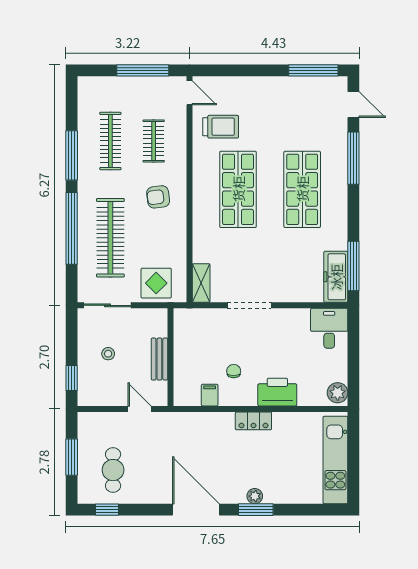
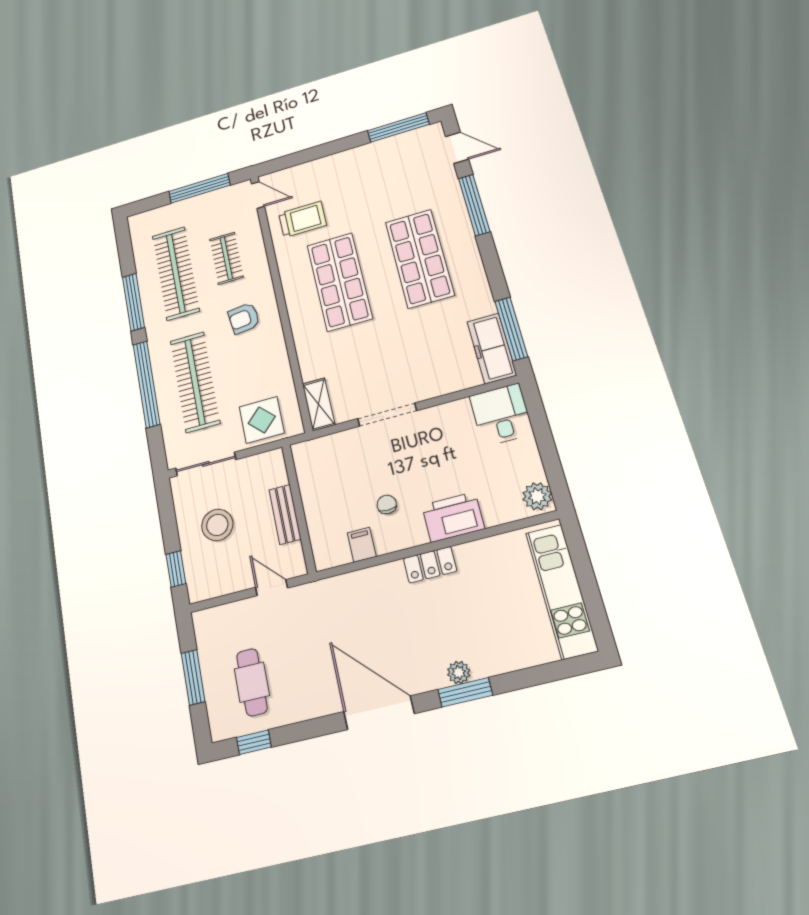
clothes rail: (110, 141) -> (176, 273), width x1.37, depth x1.31
stool: (108, 354) -> (217, 525), width x1.89, depth x1.89

